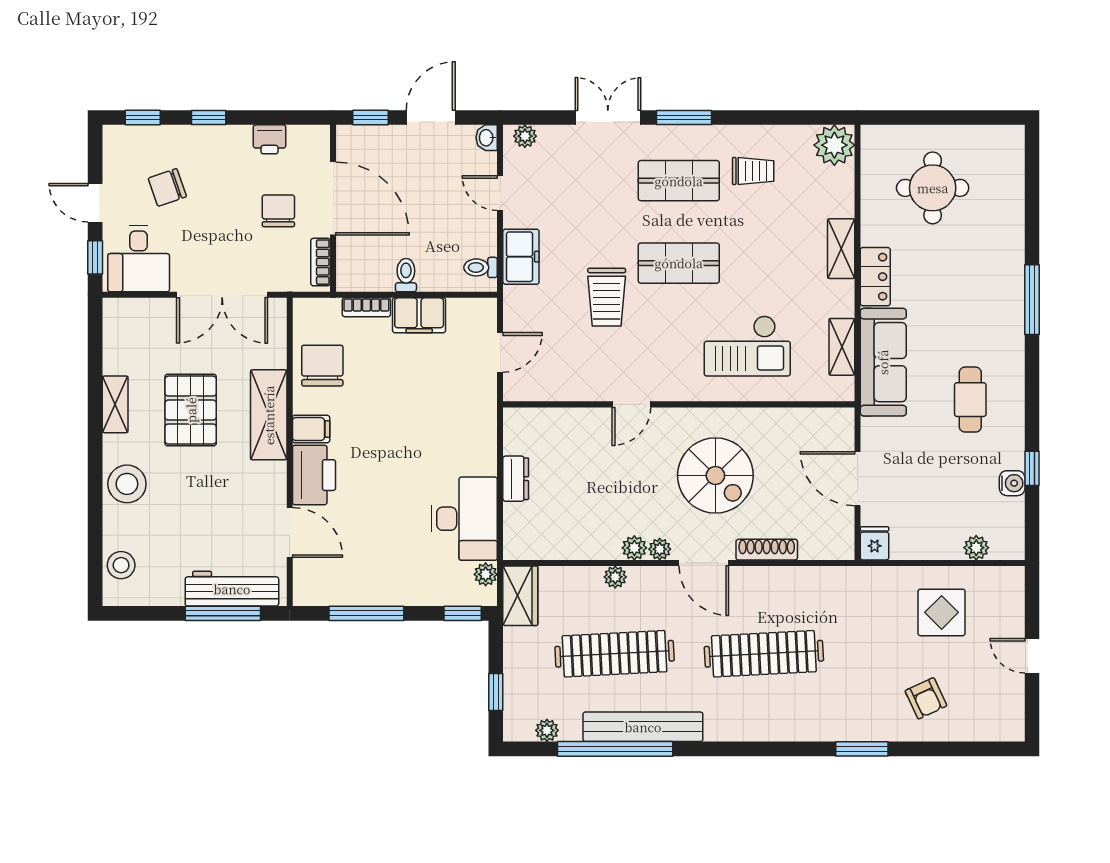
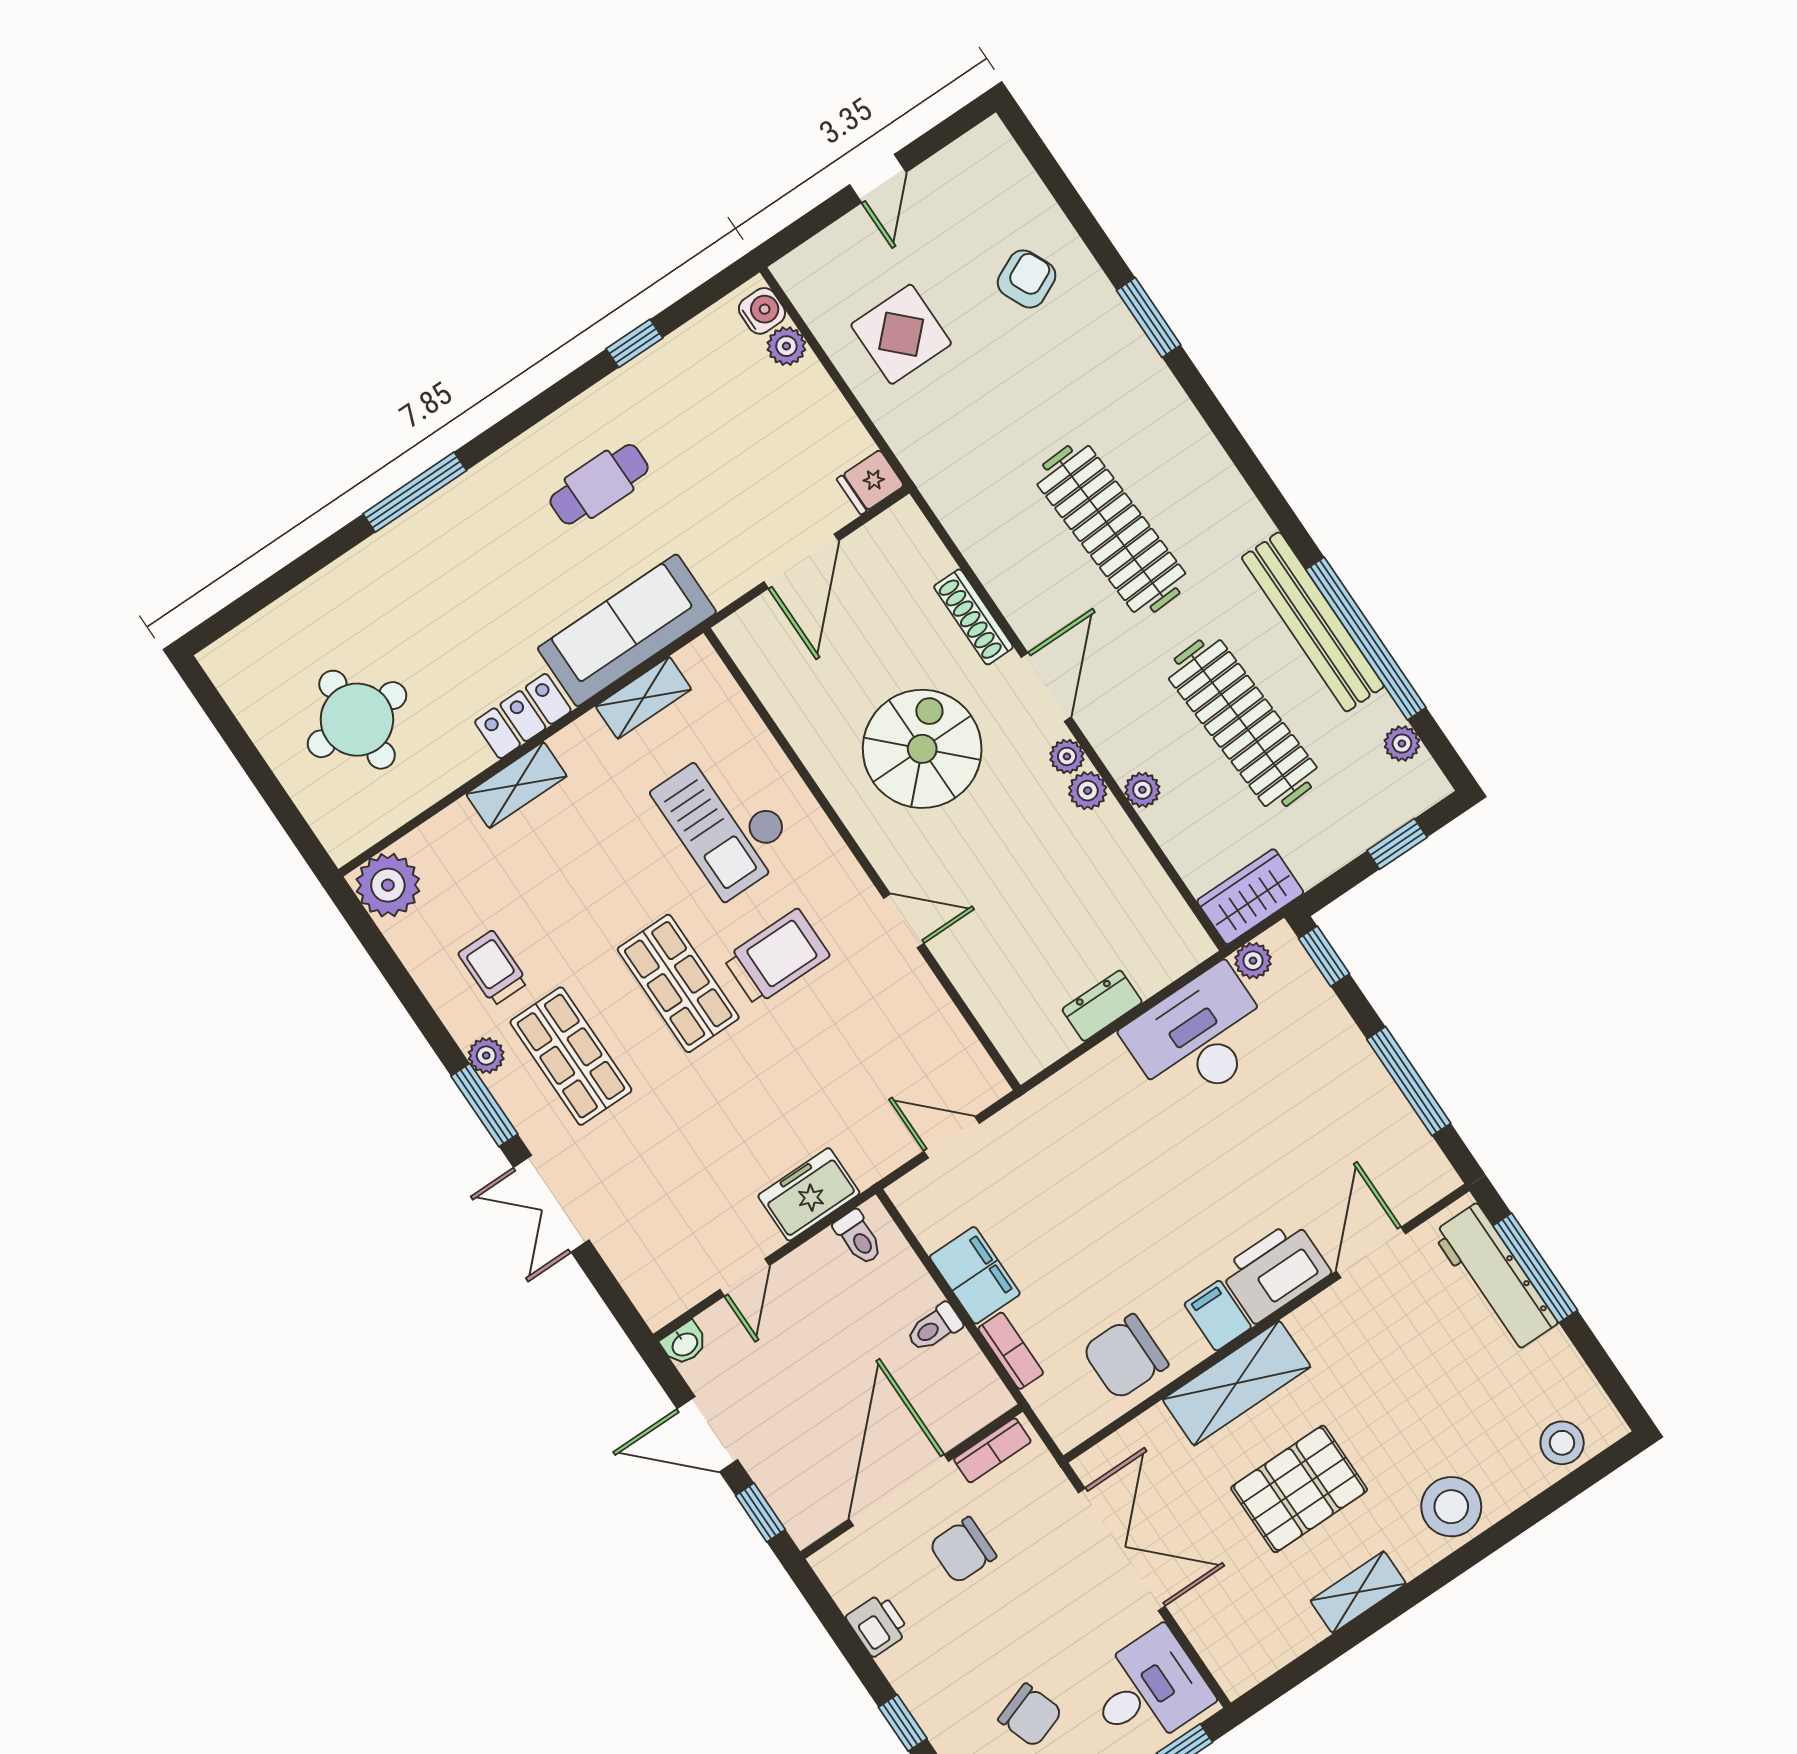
plant: (525, 136) -> (486, 1056), moved
trolley: (607, 297) -> (777, 957), moved
checkout: (747, 346) -> (726, 822), turned 180
water cooler: (1012, 483) -> (762, 311), moved, turned 90

